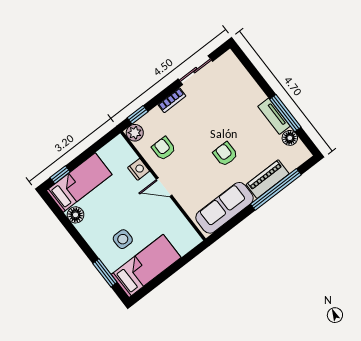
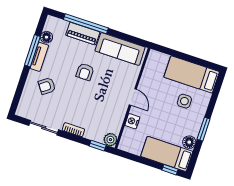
armchair: (164, 148) -> (47, 86), moved, turned 54
window: (105, 273) -> (204, 129), moved

